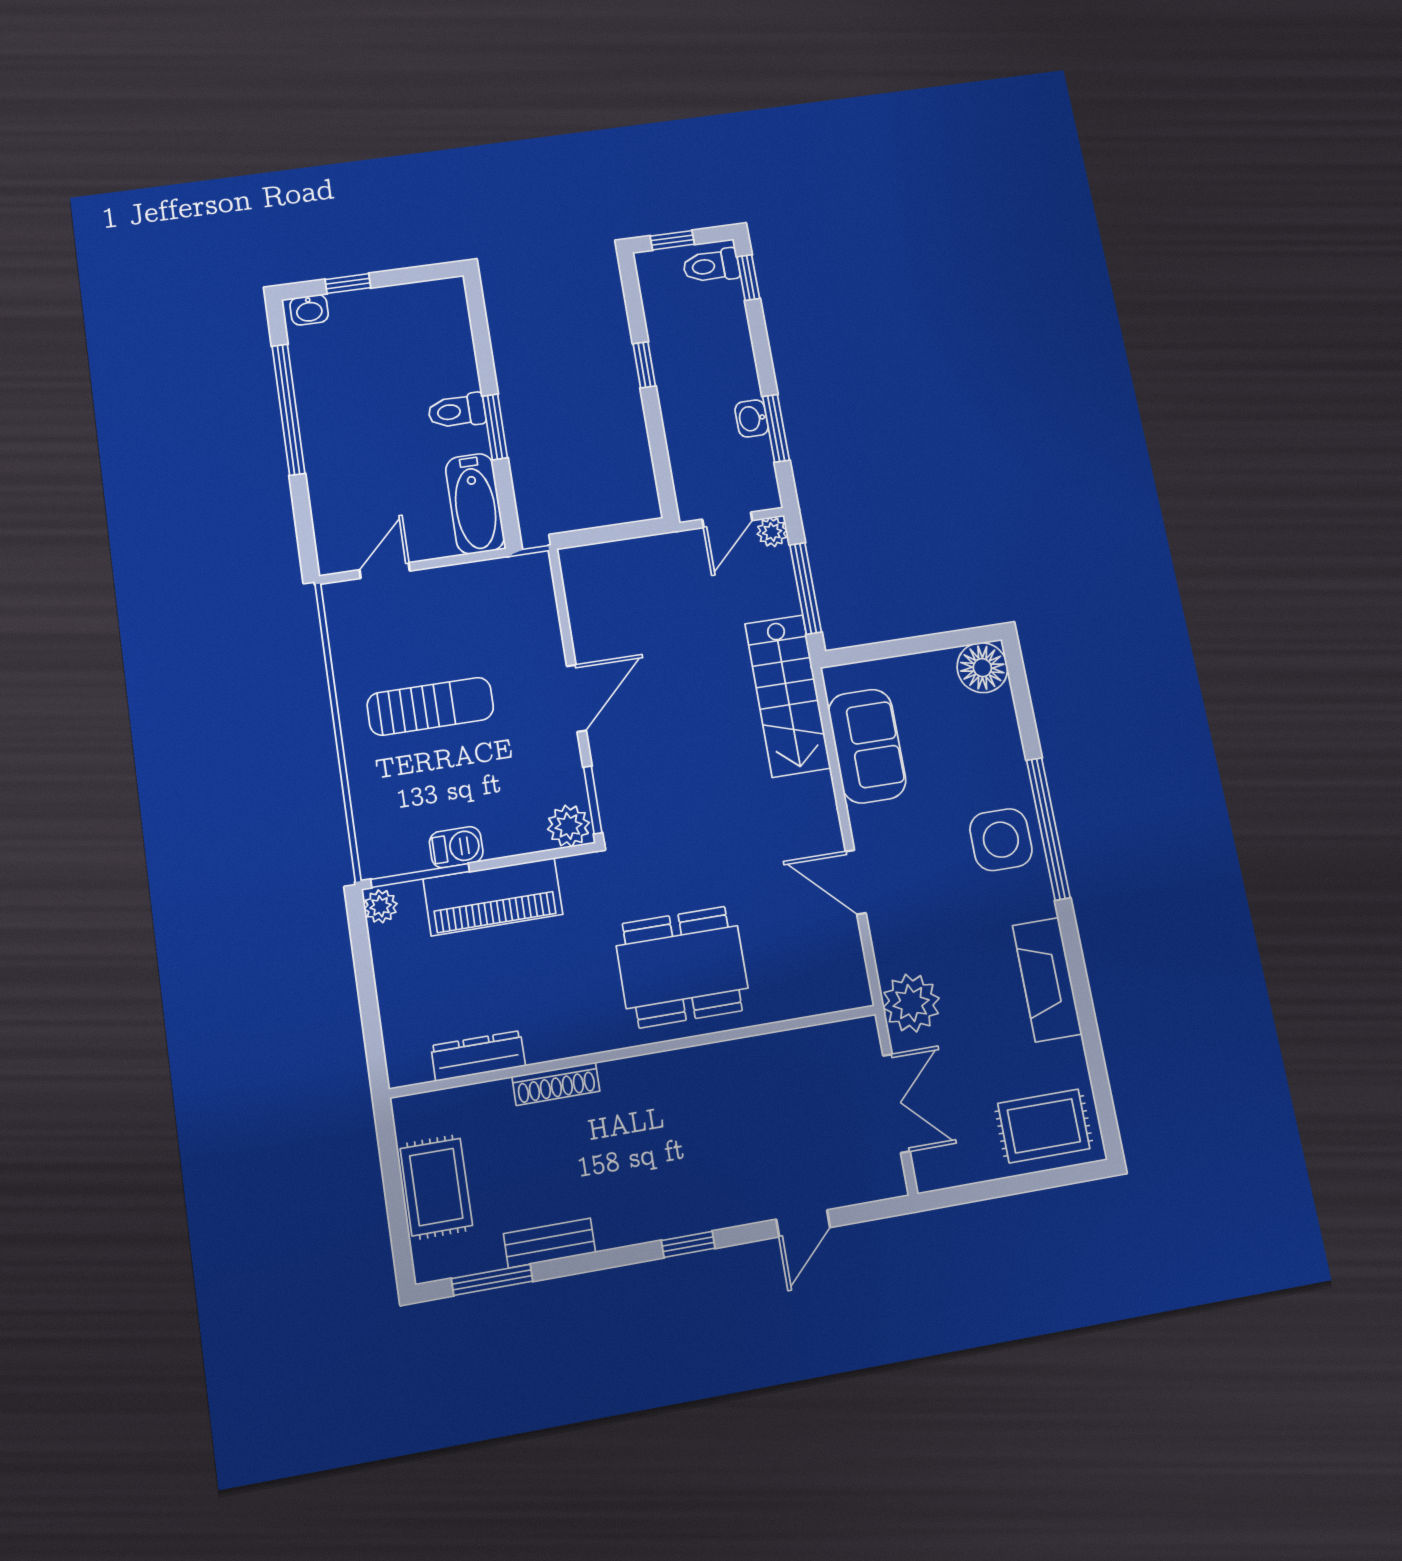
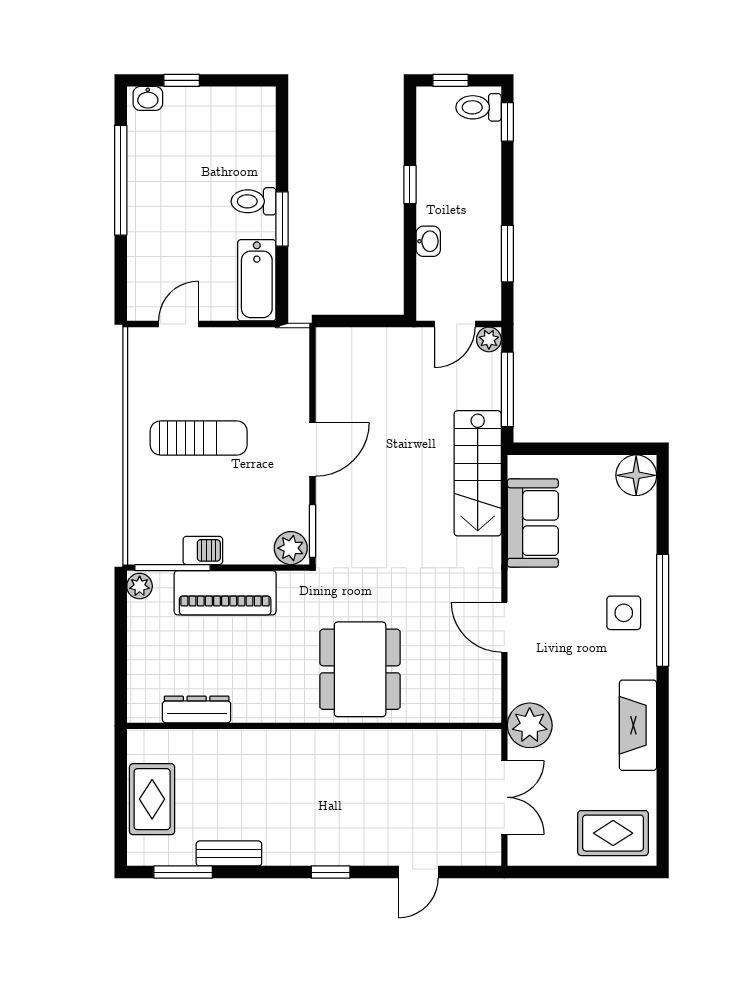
washbasin: (752, 418) -> (428, 241), moved, turned 180
side table: (1001, 840) -> (624, 613), width x0.73, depth x0.73
dining table: (682, 967) -> (360, 669), turned 90
shoe rack: (556, 1084) -> (251, 740), removed

